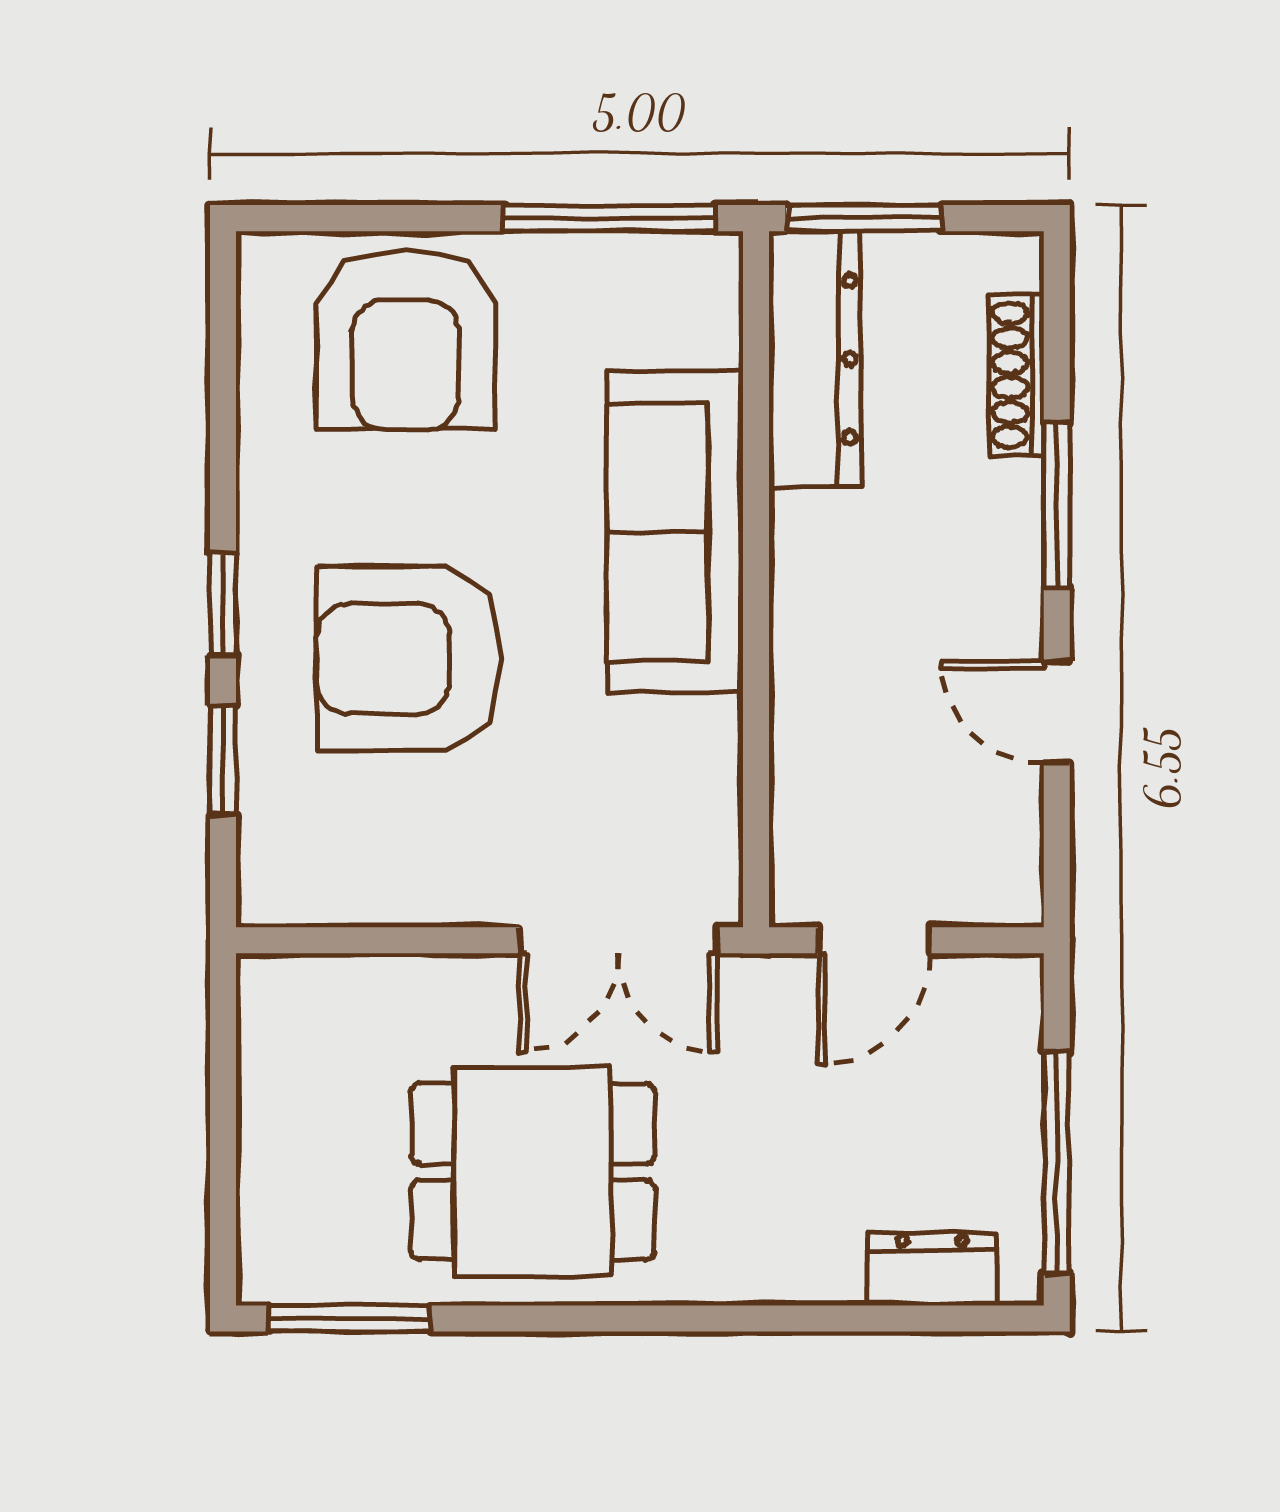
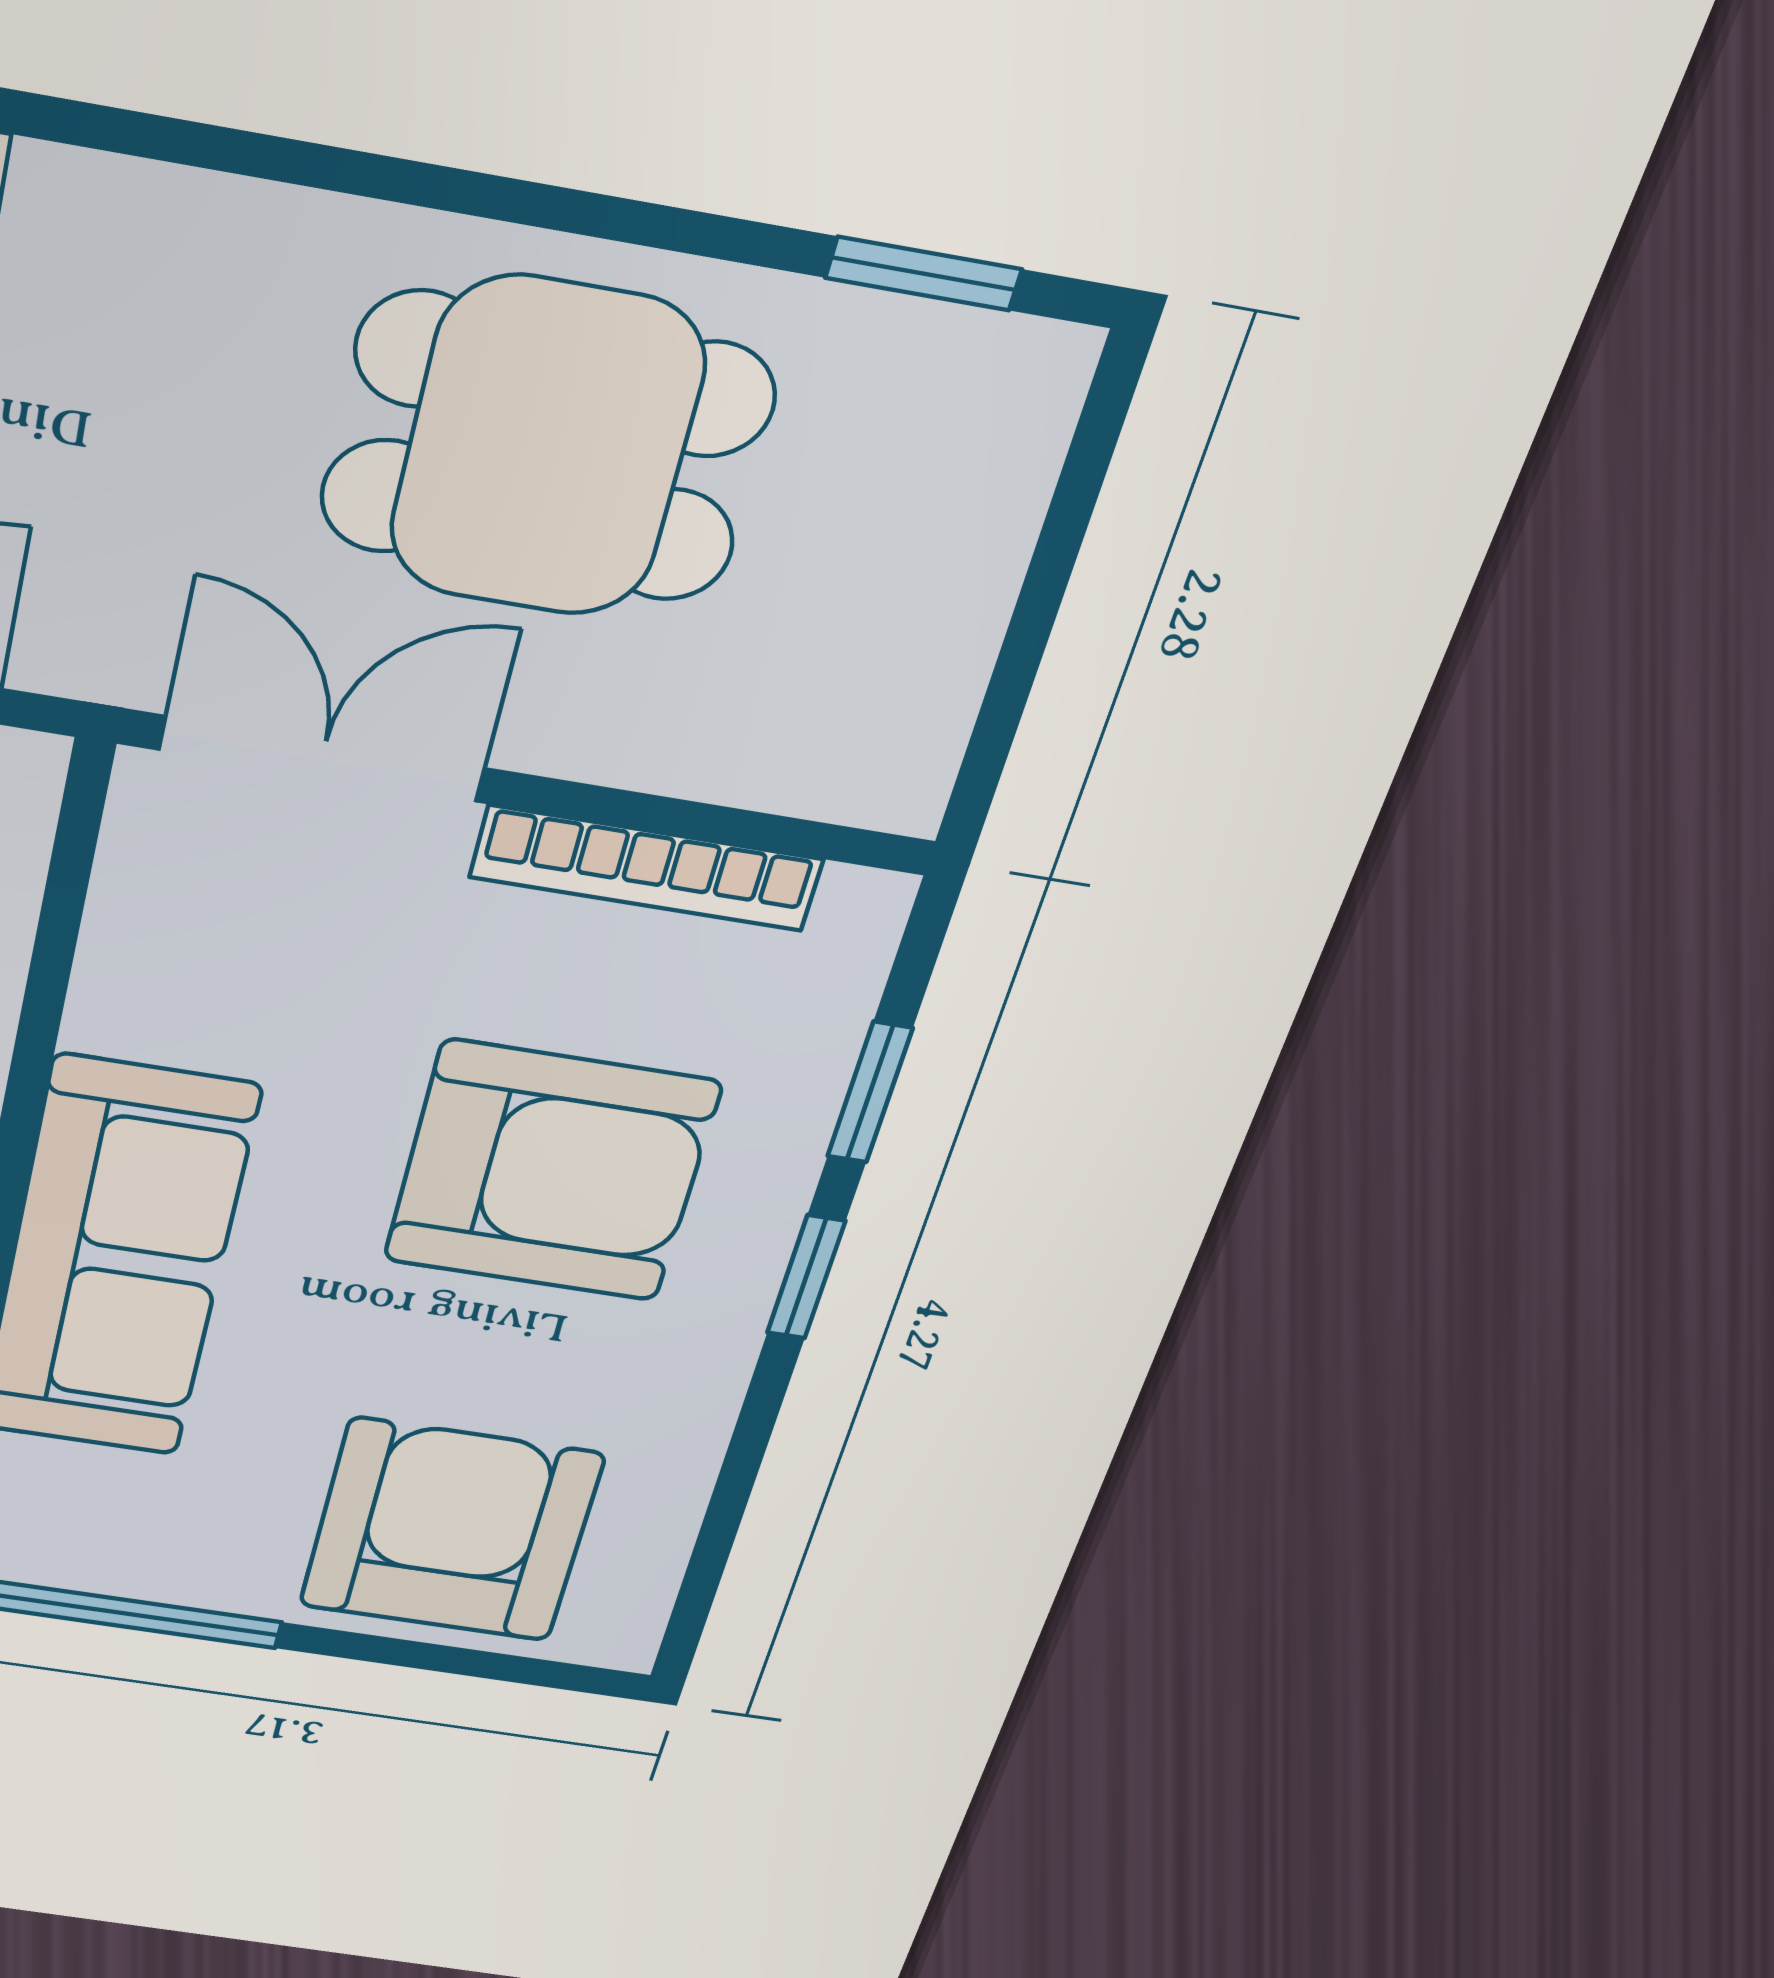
bookcase: (406, 900) -> (646, 868), added
window: (349, 1318) -> (924, 274), width x0.67

